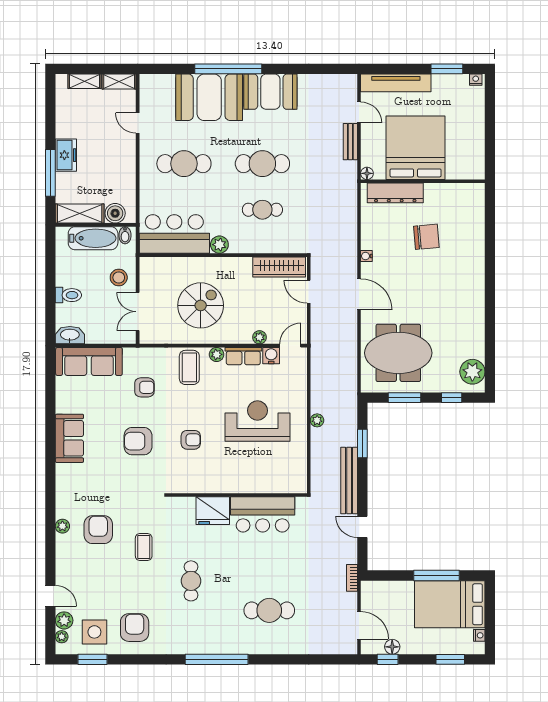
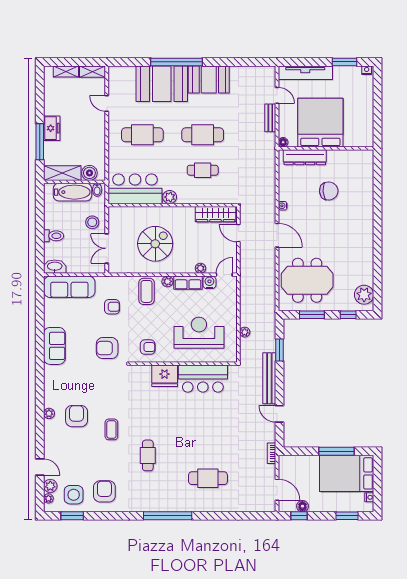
wall: (237, 495) -> (184, 364), moved
fridge: (213, 511) -> (165, 376), moved
bar counter: (263, 514) -> (203, 379), moved

